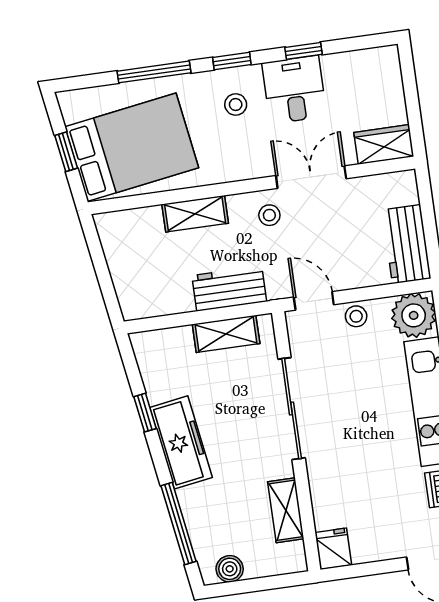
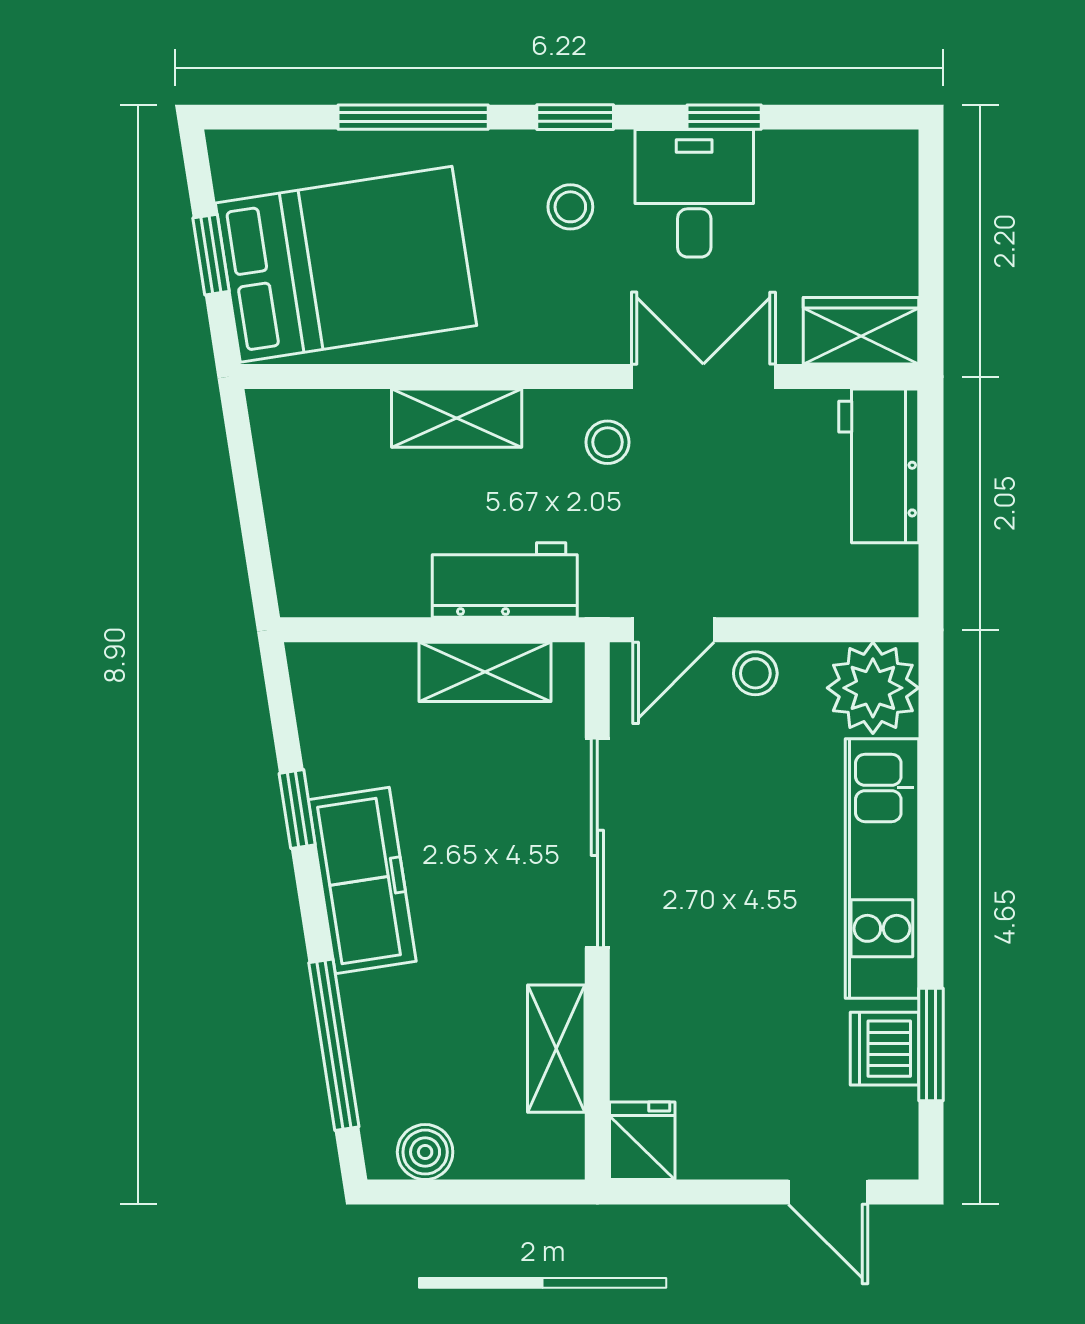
workbench: (407, 244) -> (879, 466), moved
door: (314, 301) -> (673, 630), swing flipped

